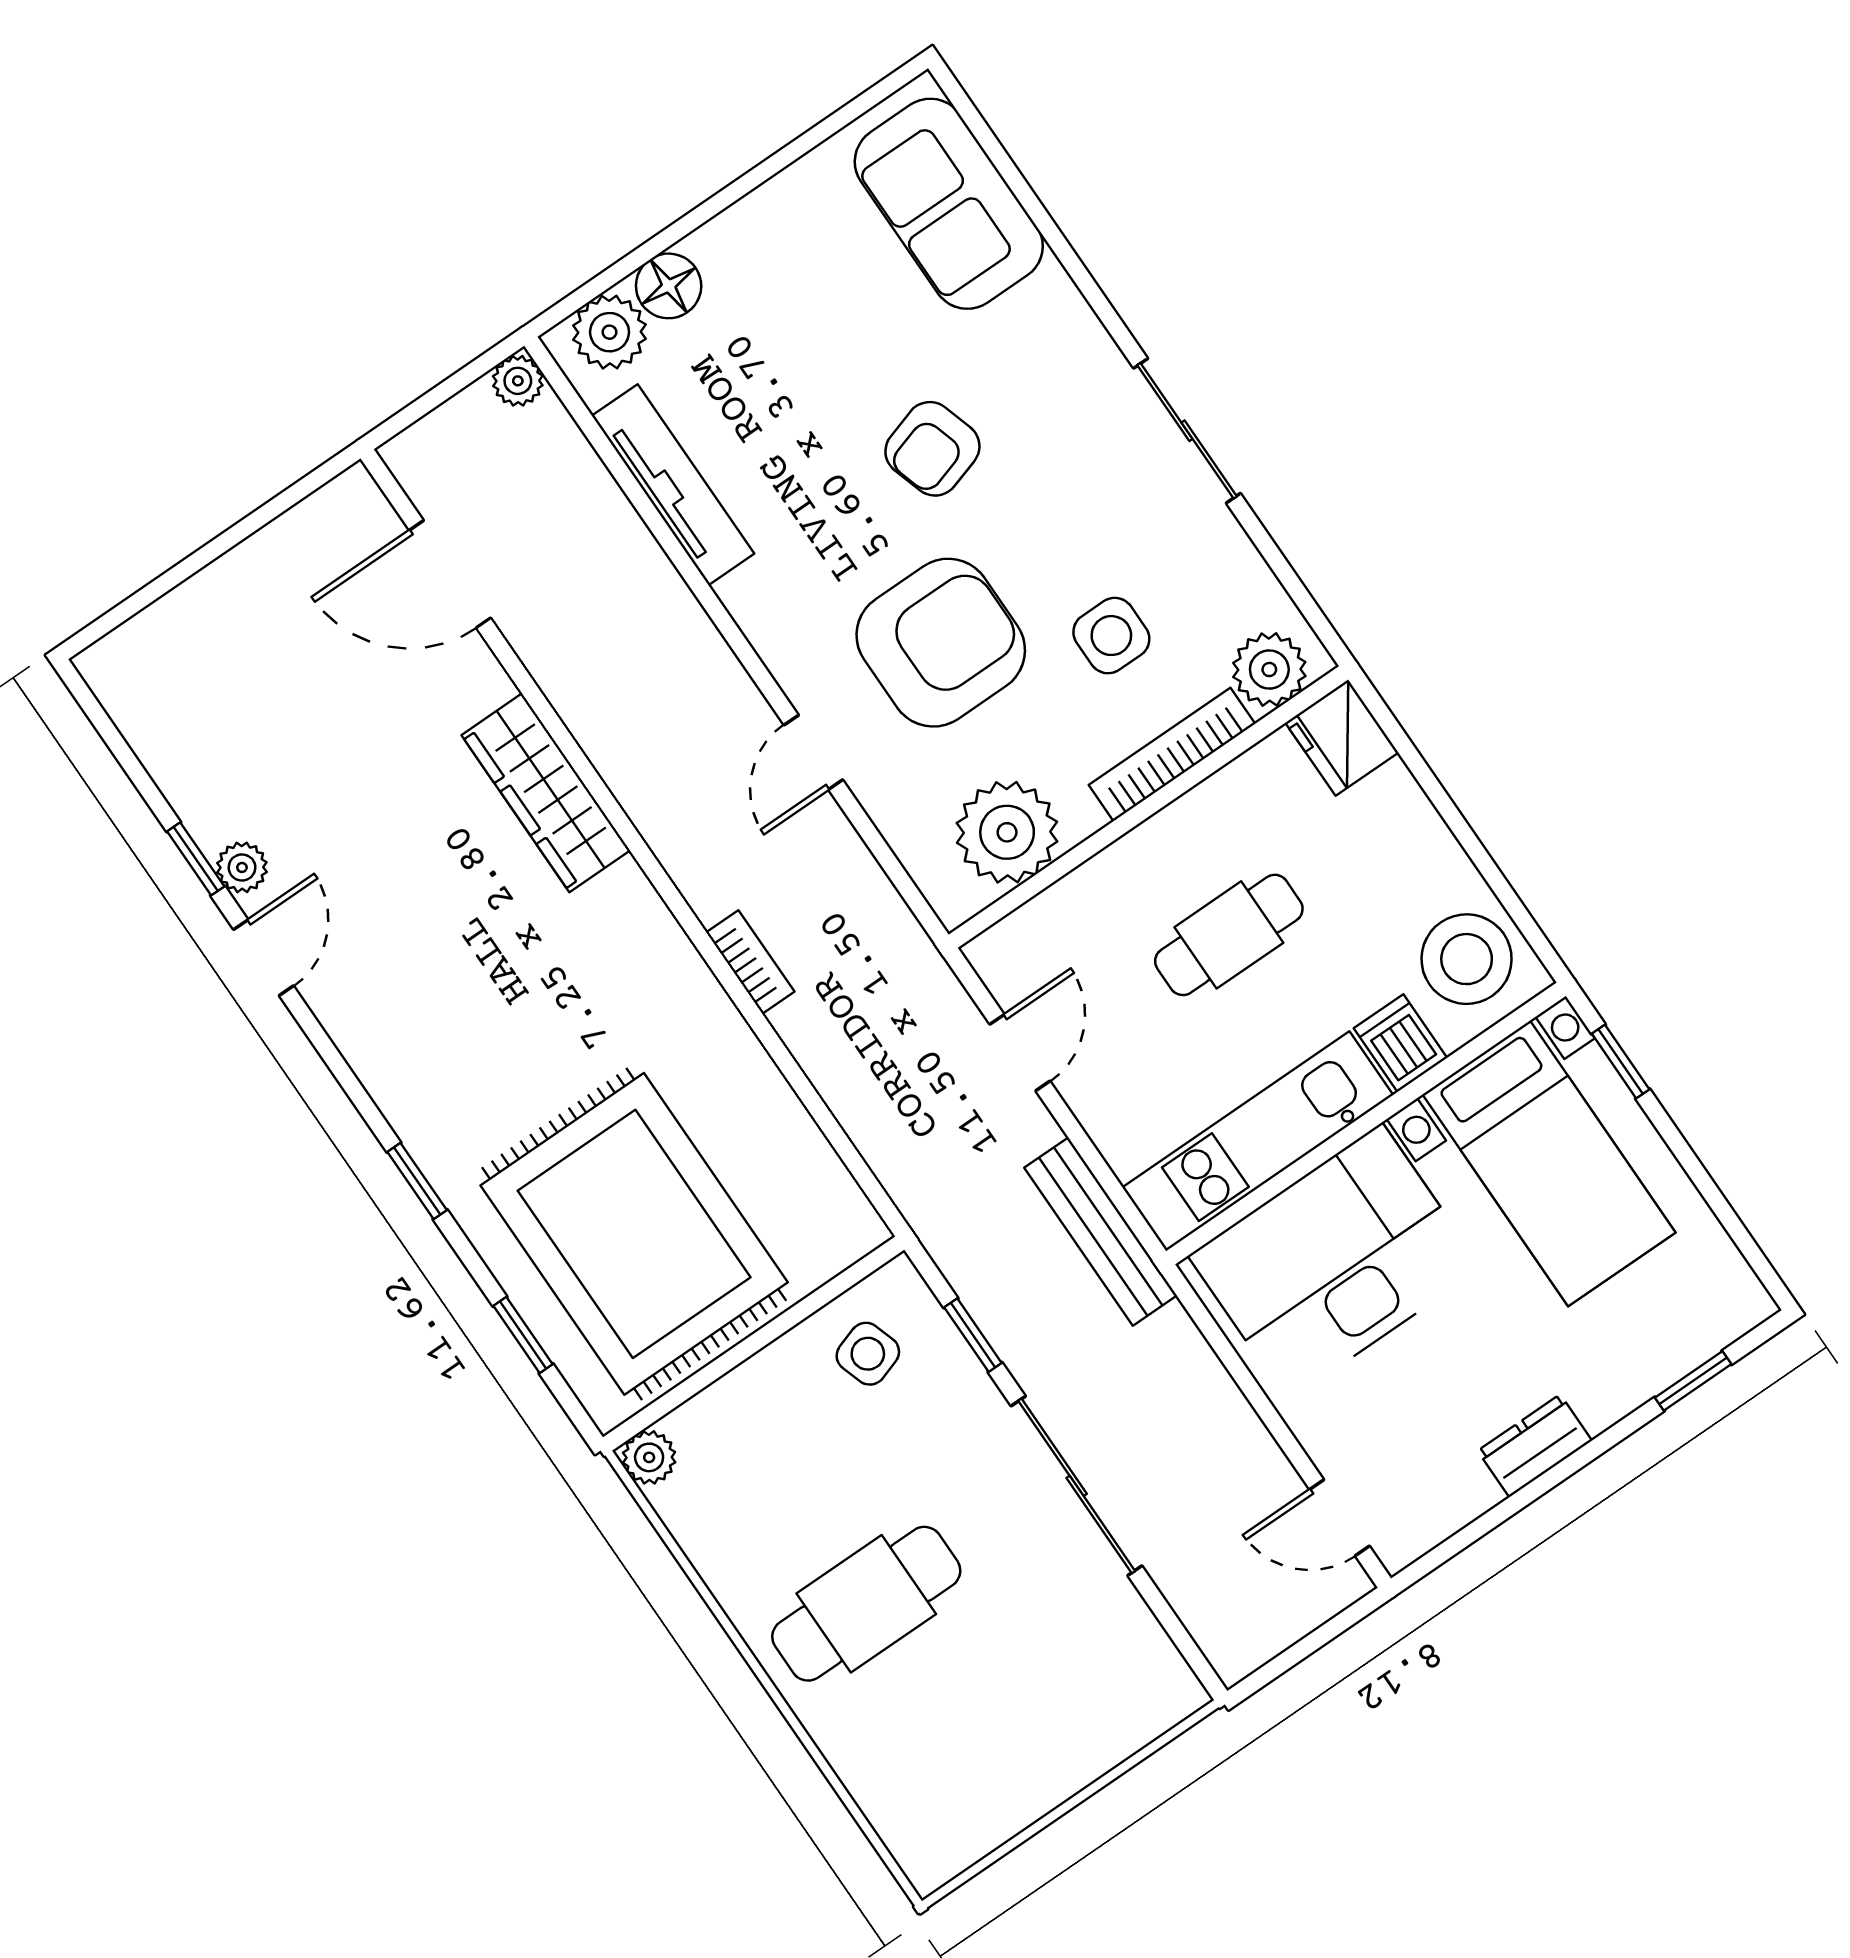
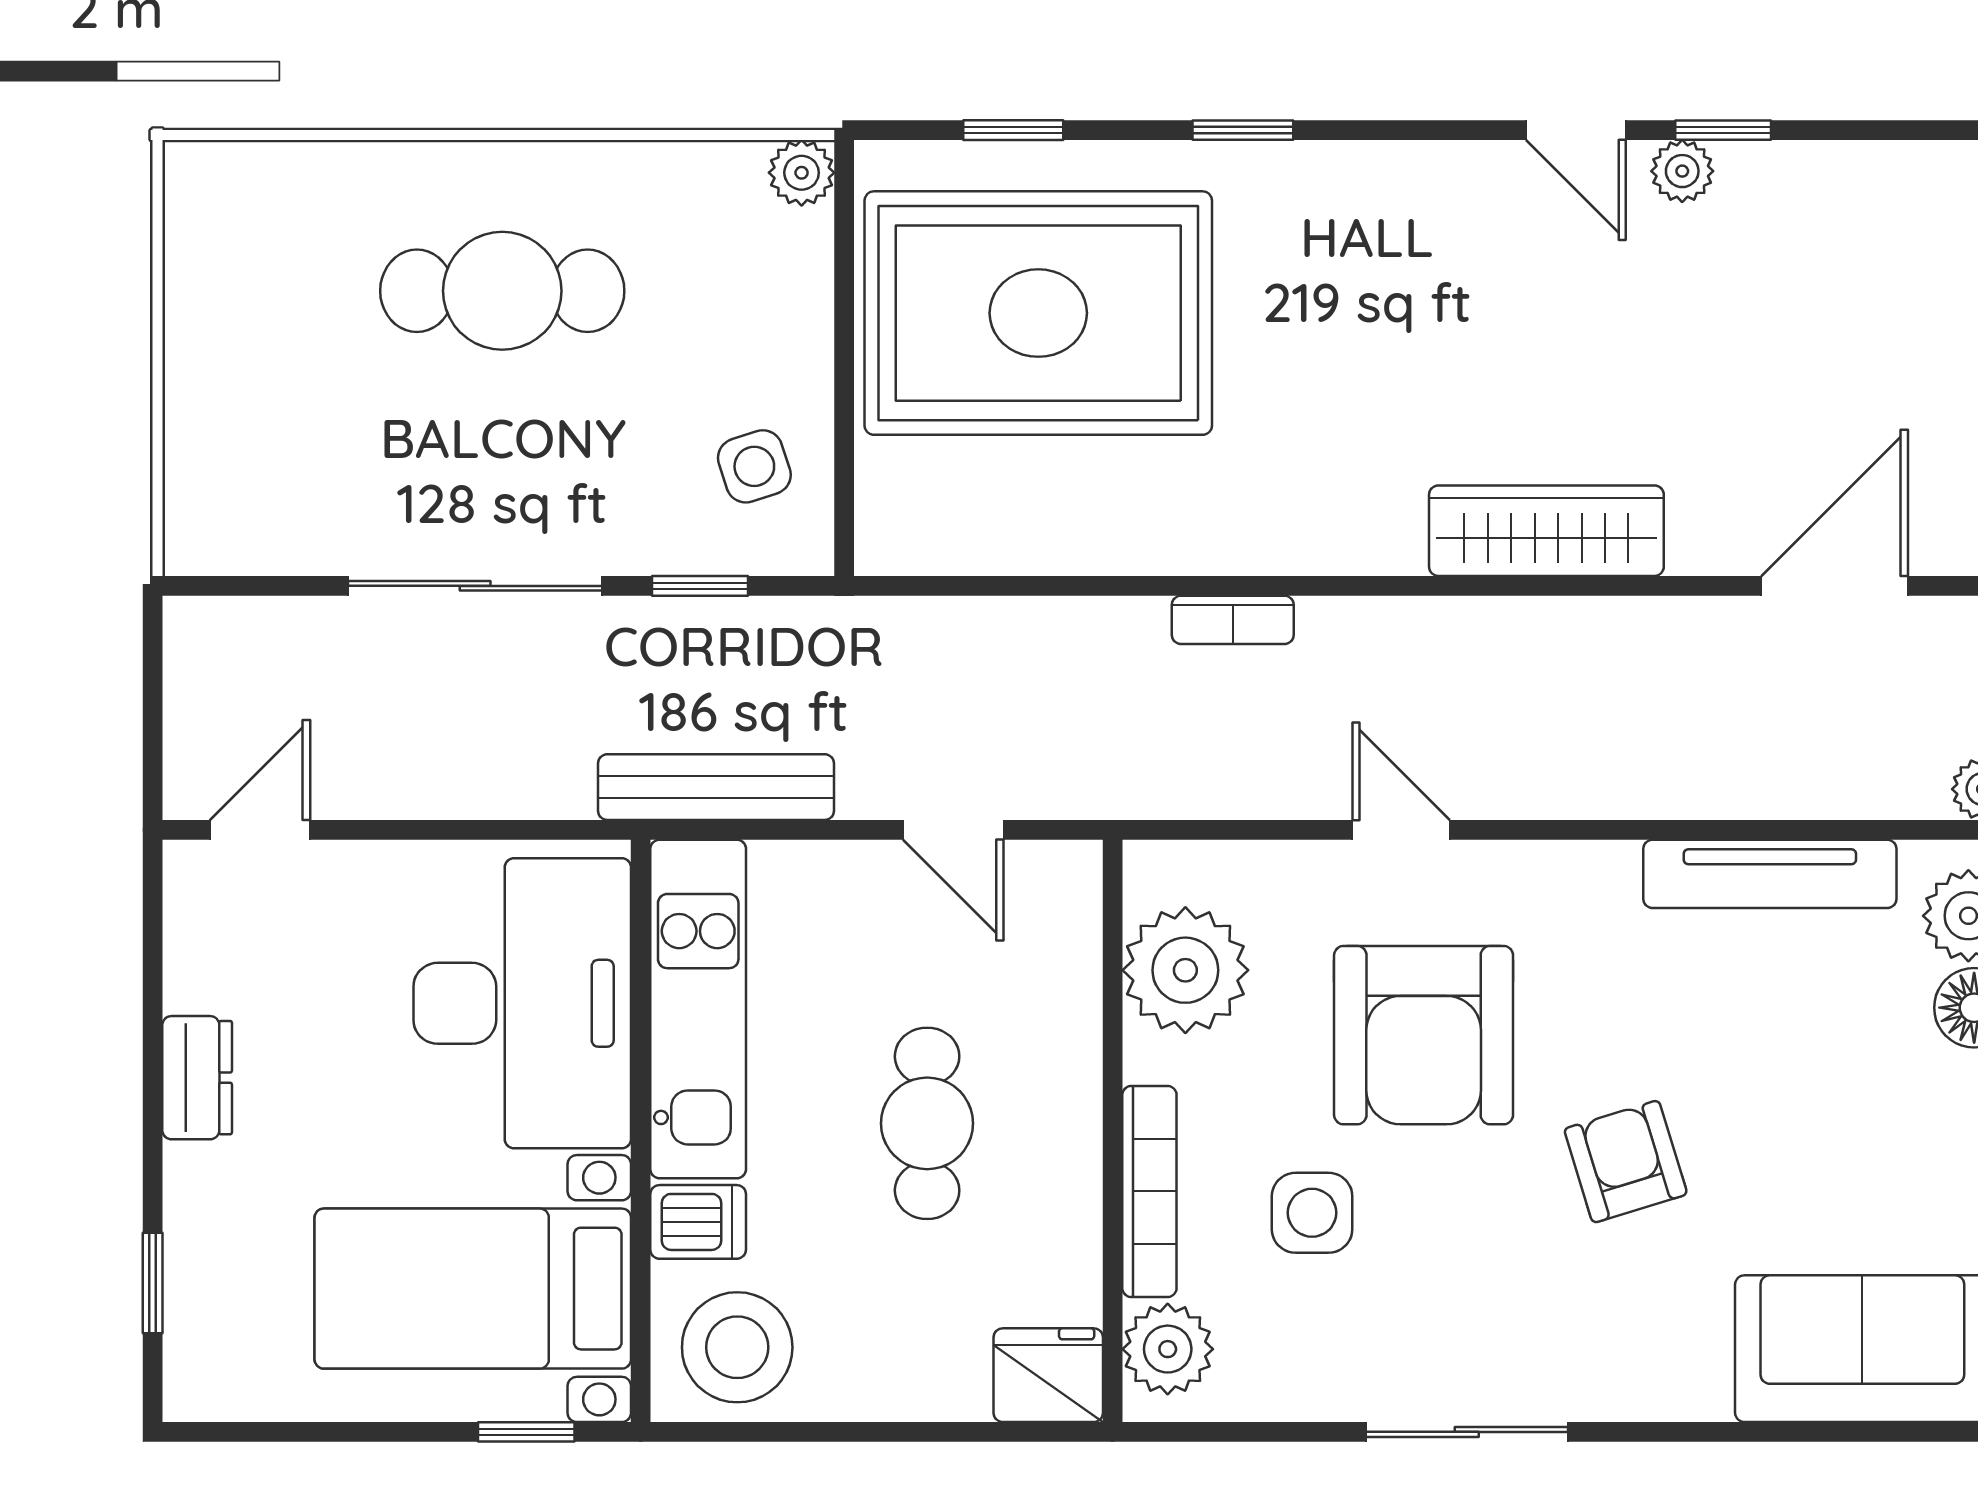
cafe table: (866, 1604) -> (502, 291), turned 90

